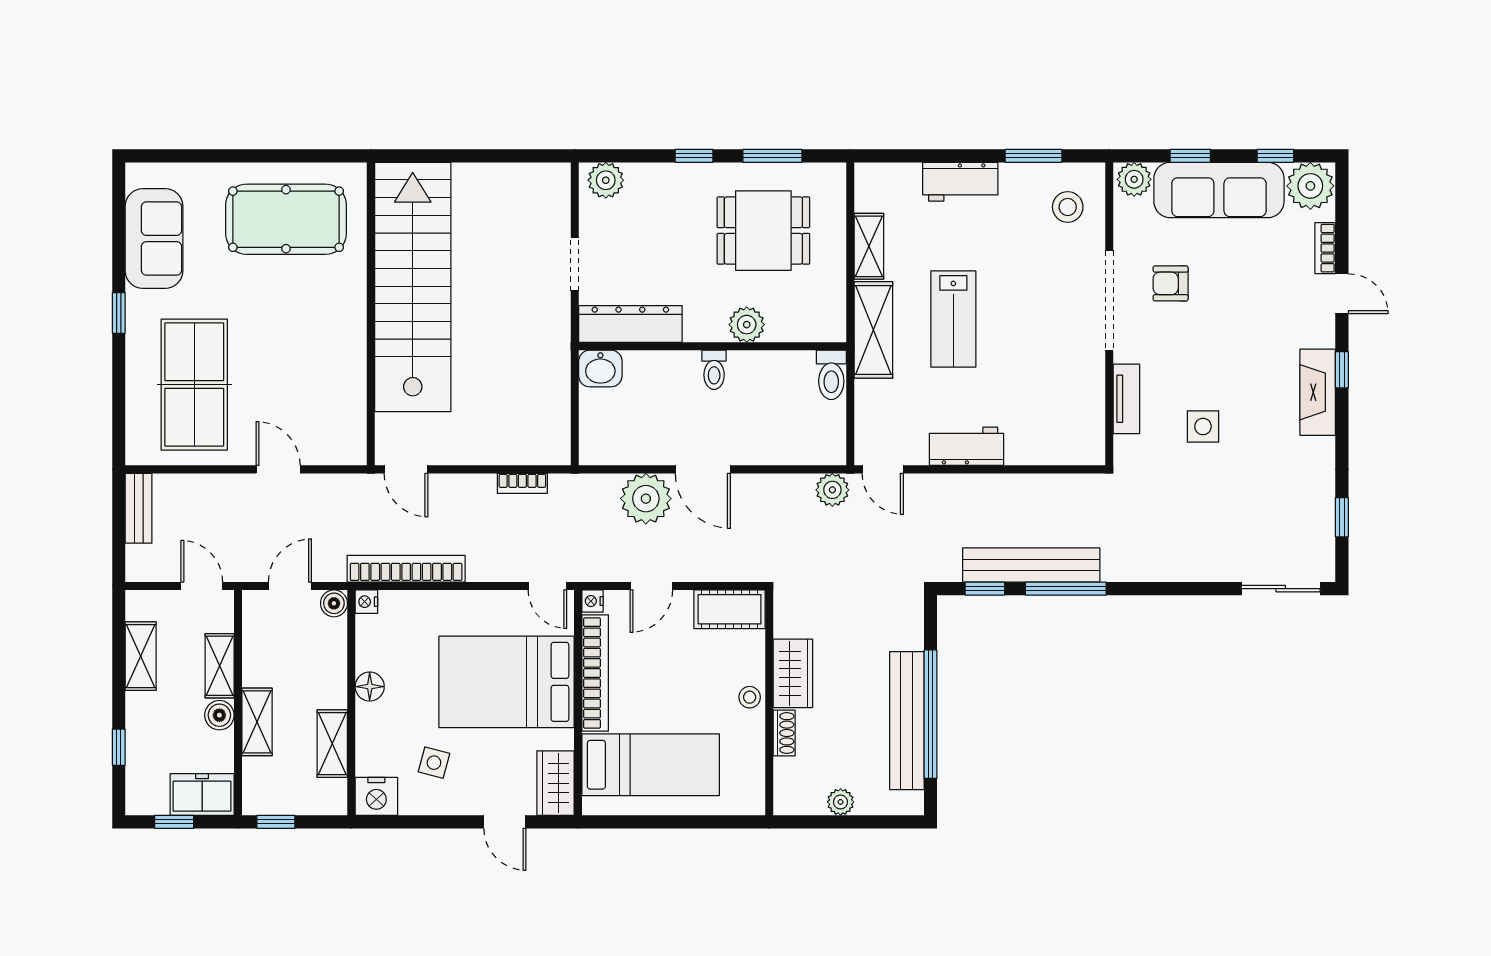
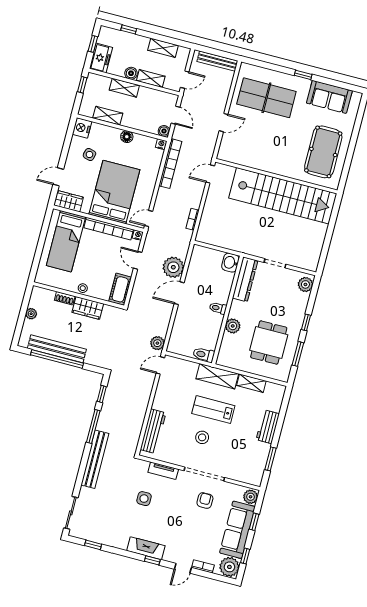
stool: (1068, 207) -> (202, 437), moved
workbench: (967, 446) -> (153, 431), moved, width x1.37
bench: (139, 508) -> (217, 61), width x1.36
bench: (1031, 565) -> (95, 459), moved

